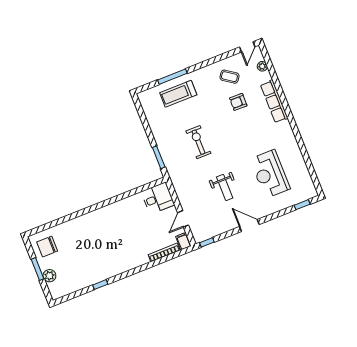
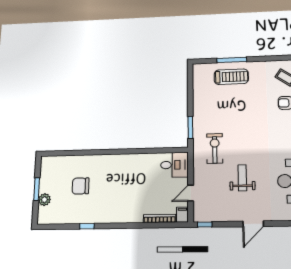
treadmill: (178, 94) -> (231, 77), turned 180
exercise bike: (198, 142) -> (215, 148), moved
weight bench: (225, 187) -> (242, 178), turned 180
door: (249, 226) -> (253, 224), swing flipped
chair: (47, 247) -> (81, 186), moved

